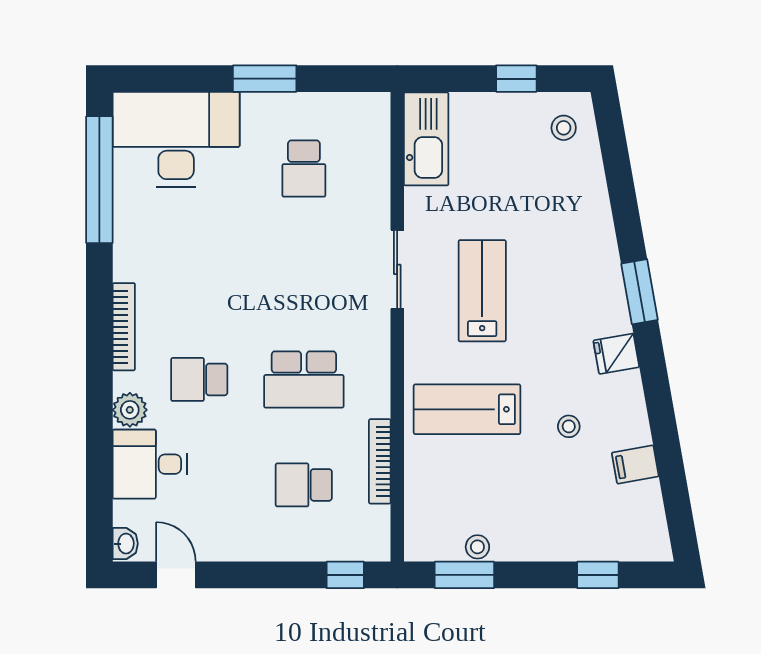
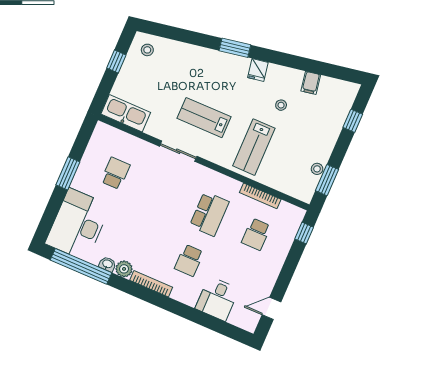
school desk: (304, 169) -> (115, 173), turned -90
plant: (130, 410) -> (124, 269), moved
washbasin: (125, 544) -> (107, 264), moved

